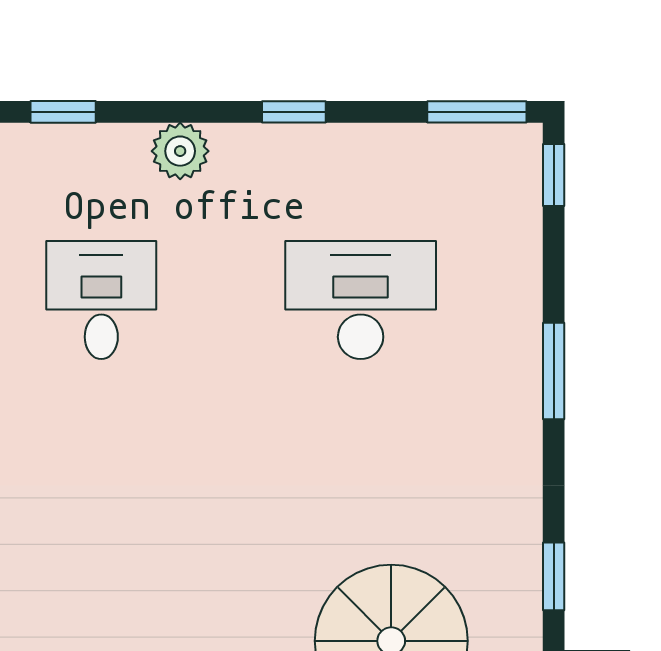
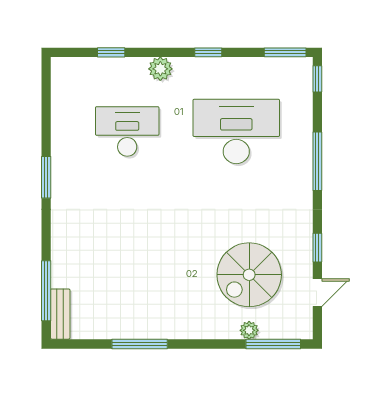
desk: (101, 300) -> (127, 131), width x1.37
desk: (361, 300) -> (236, 131), width x1.36, depth x1.30
window: (554, 371) -> (317, 161), width x1.44

